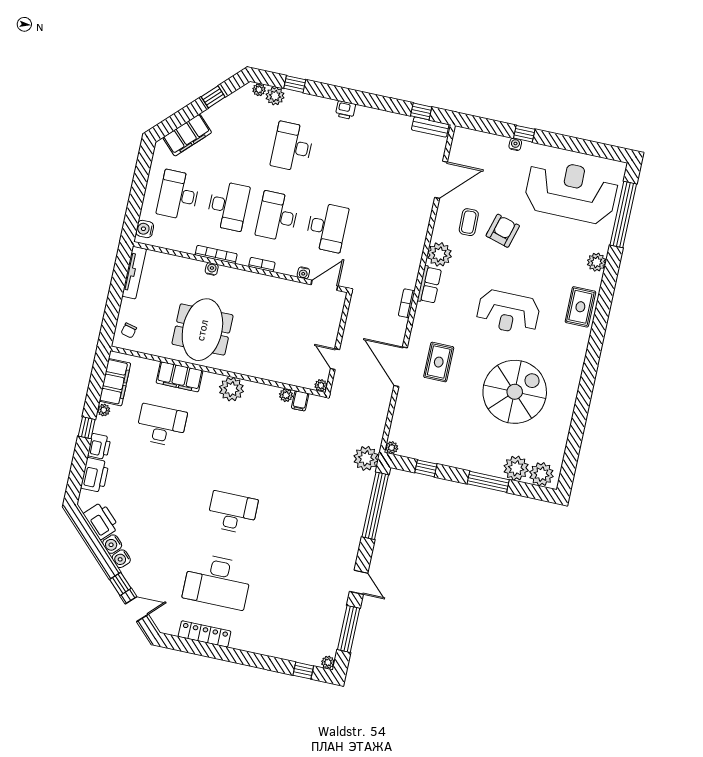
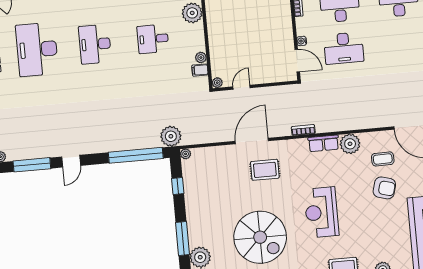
desk: (247, 444) -> (153, 39), added
desk: (232, 513) -> (95, 44), turned 180

